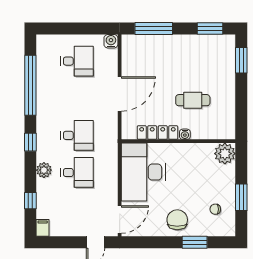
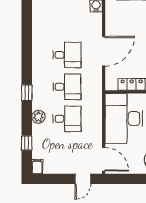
desk: (77, 61) -> (67, 55), moved
window: (30, 85) -> (27, 44), removed
door: (120, 219) -> (104, 159), hinge flipped

